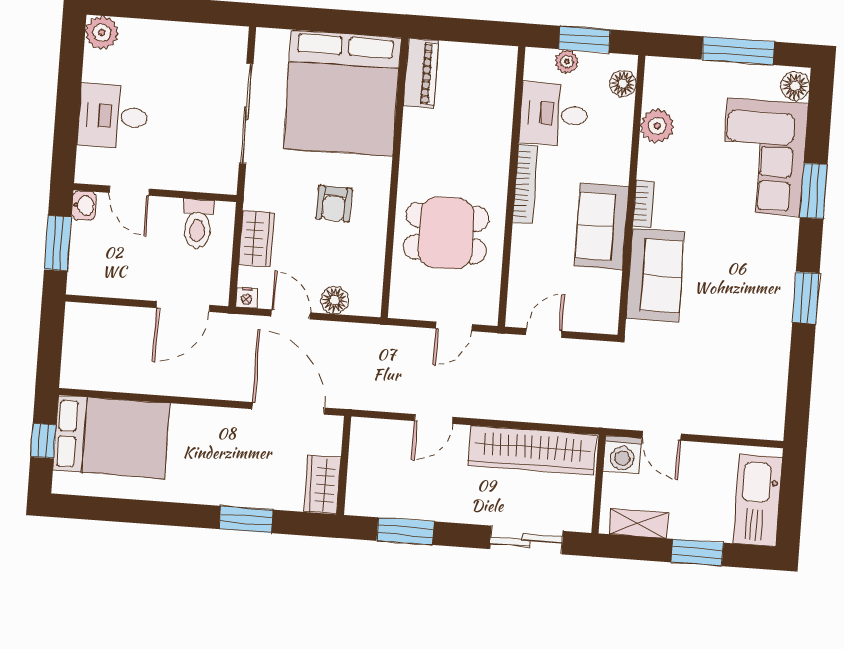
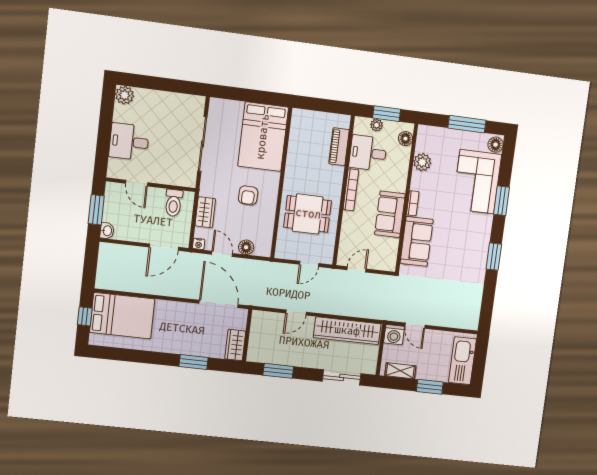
piano: (421, 73) -> (339, 147), moved, turned 180
bed: (342, 93) -> (263, 137), width x0.73
washbasin: (84, 206) -> (107, 231), moved

